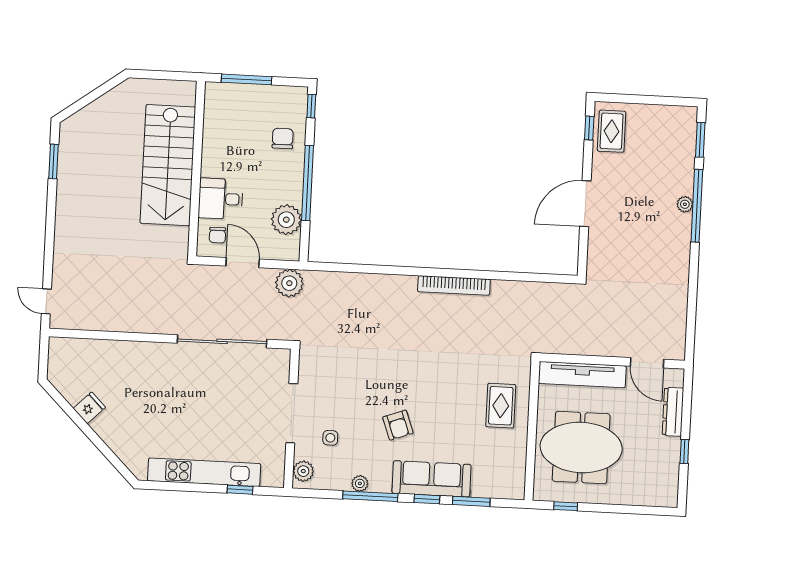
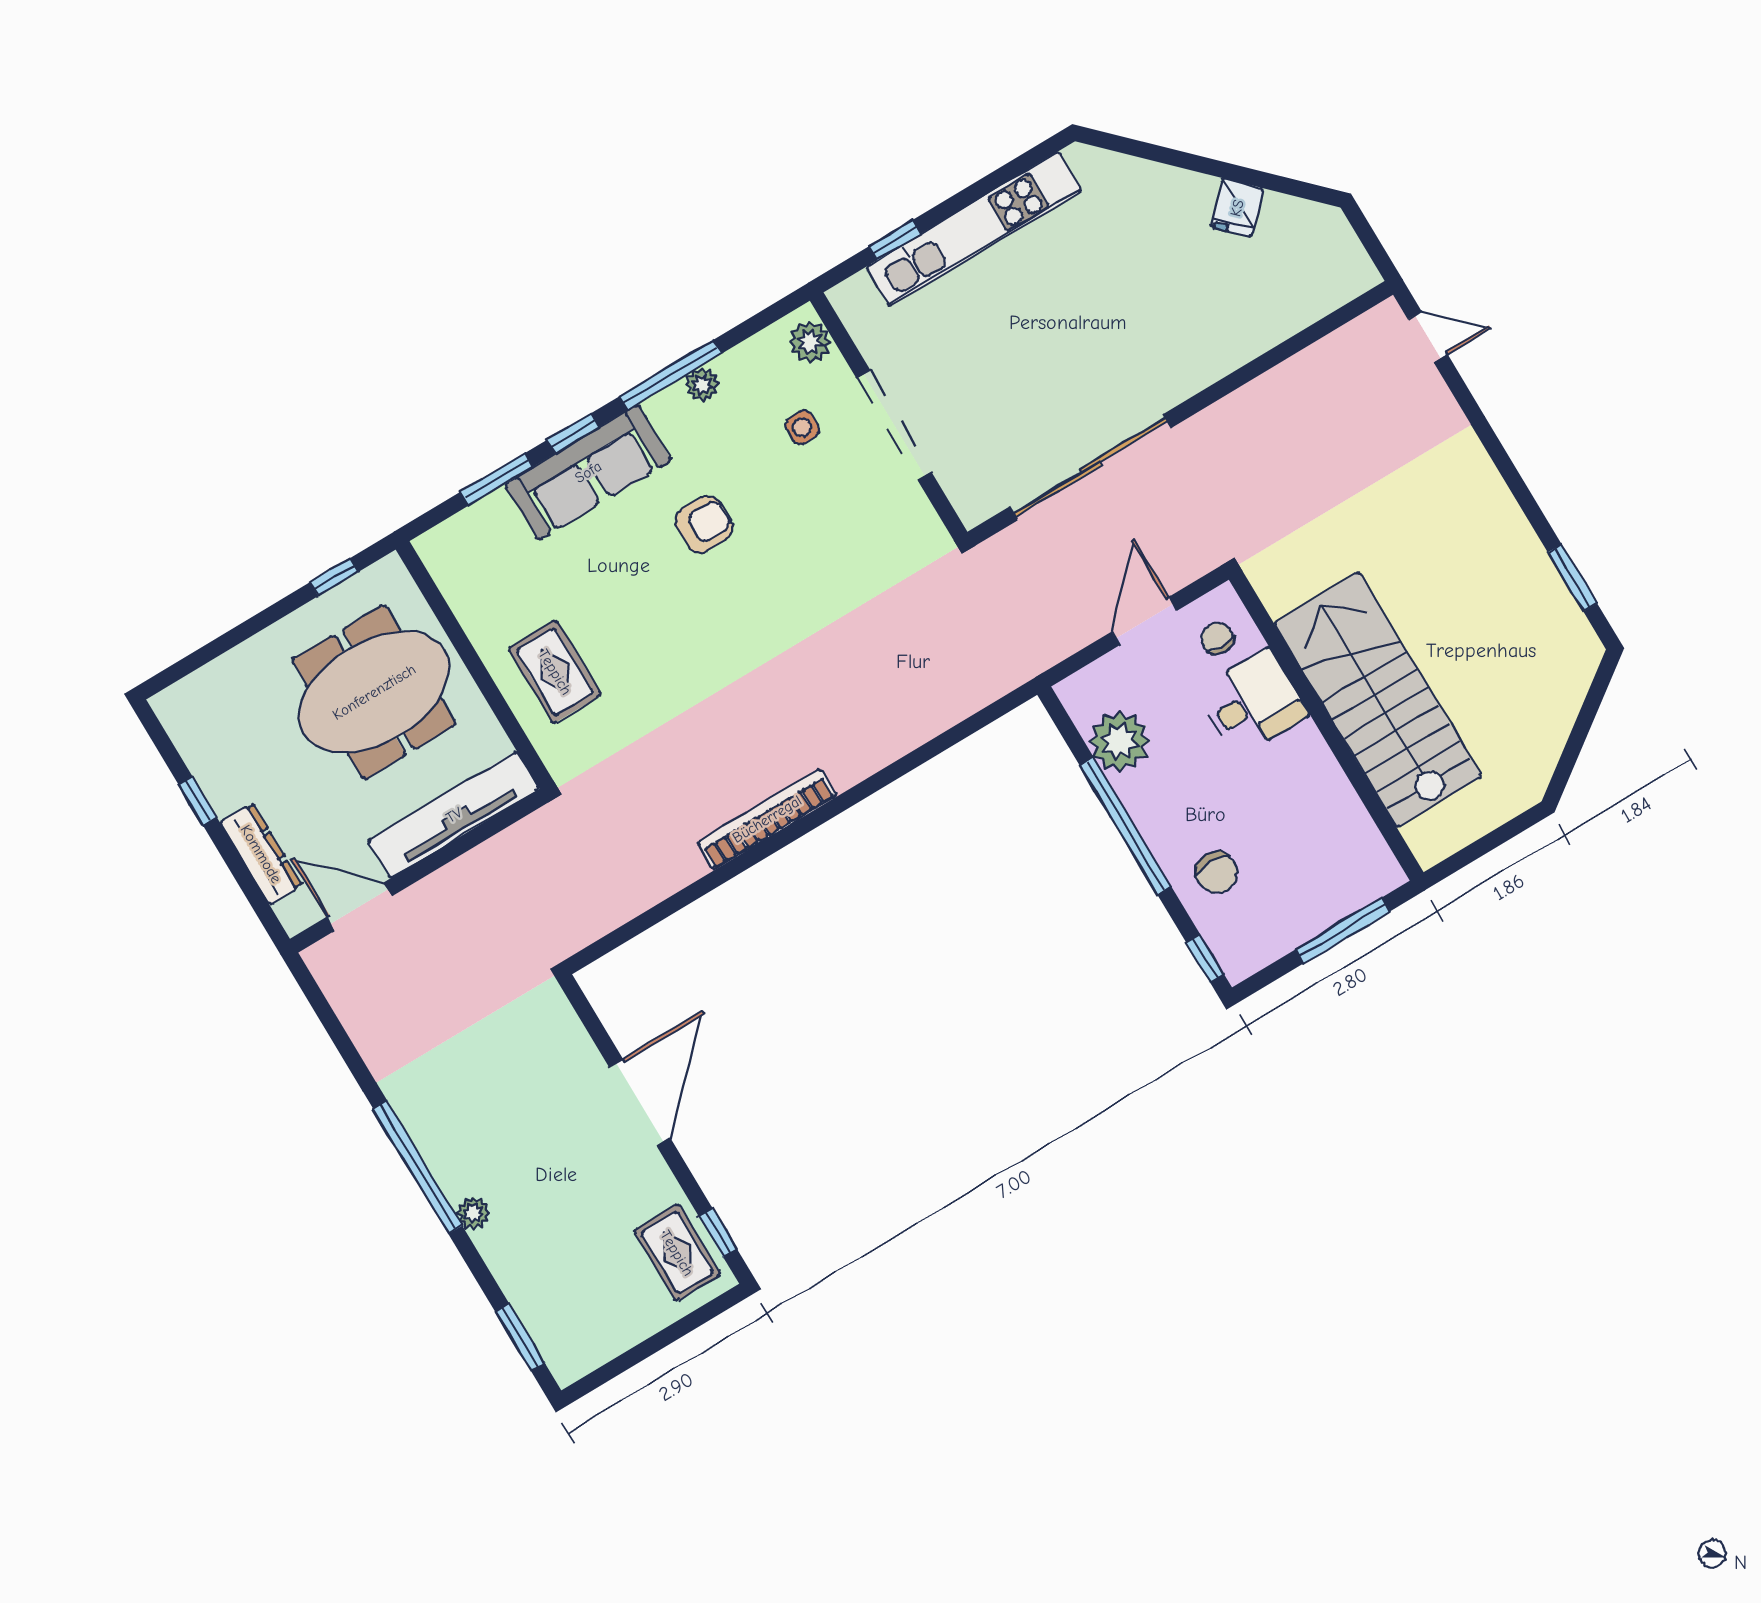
window: (697, 206) -> (418, 1167), moved
door: (243, 263) -> (1144, 621), swing flipped
plant: (289, 283) -> (1044, 639), removed
armchair: (398, 425) -> (704, 524), turned 110

